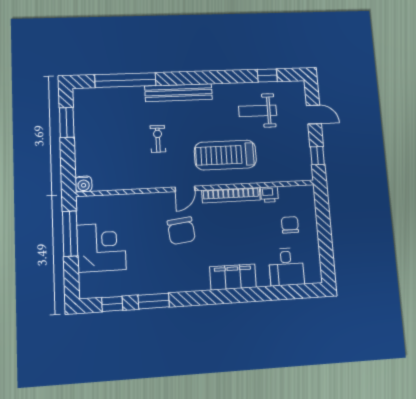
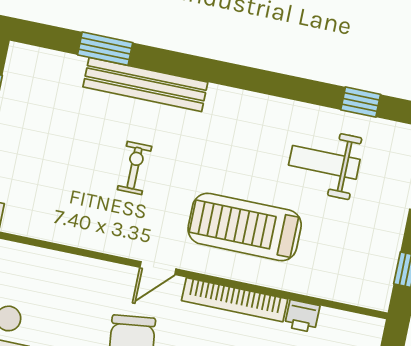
window: (125, 80) -> (105, 49), width x0.47
bench: (179, 93) -> (145, 84), moved

